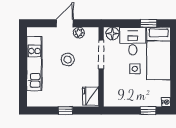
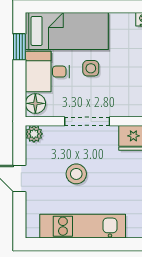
plant: (79, 33) -> (34, 134), moved
doorway: (101, 54) -> (87, 121), moved

